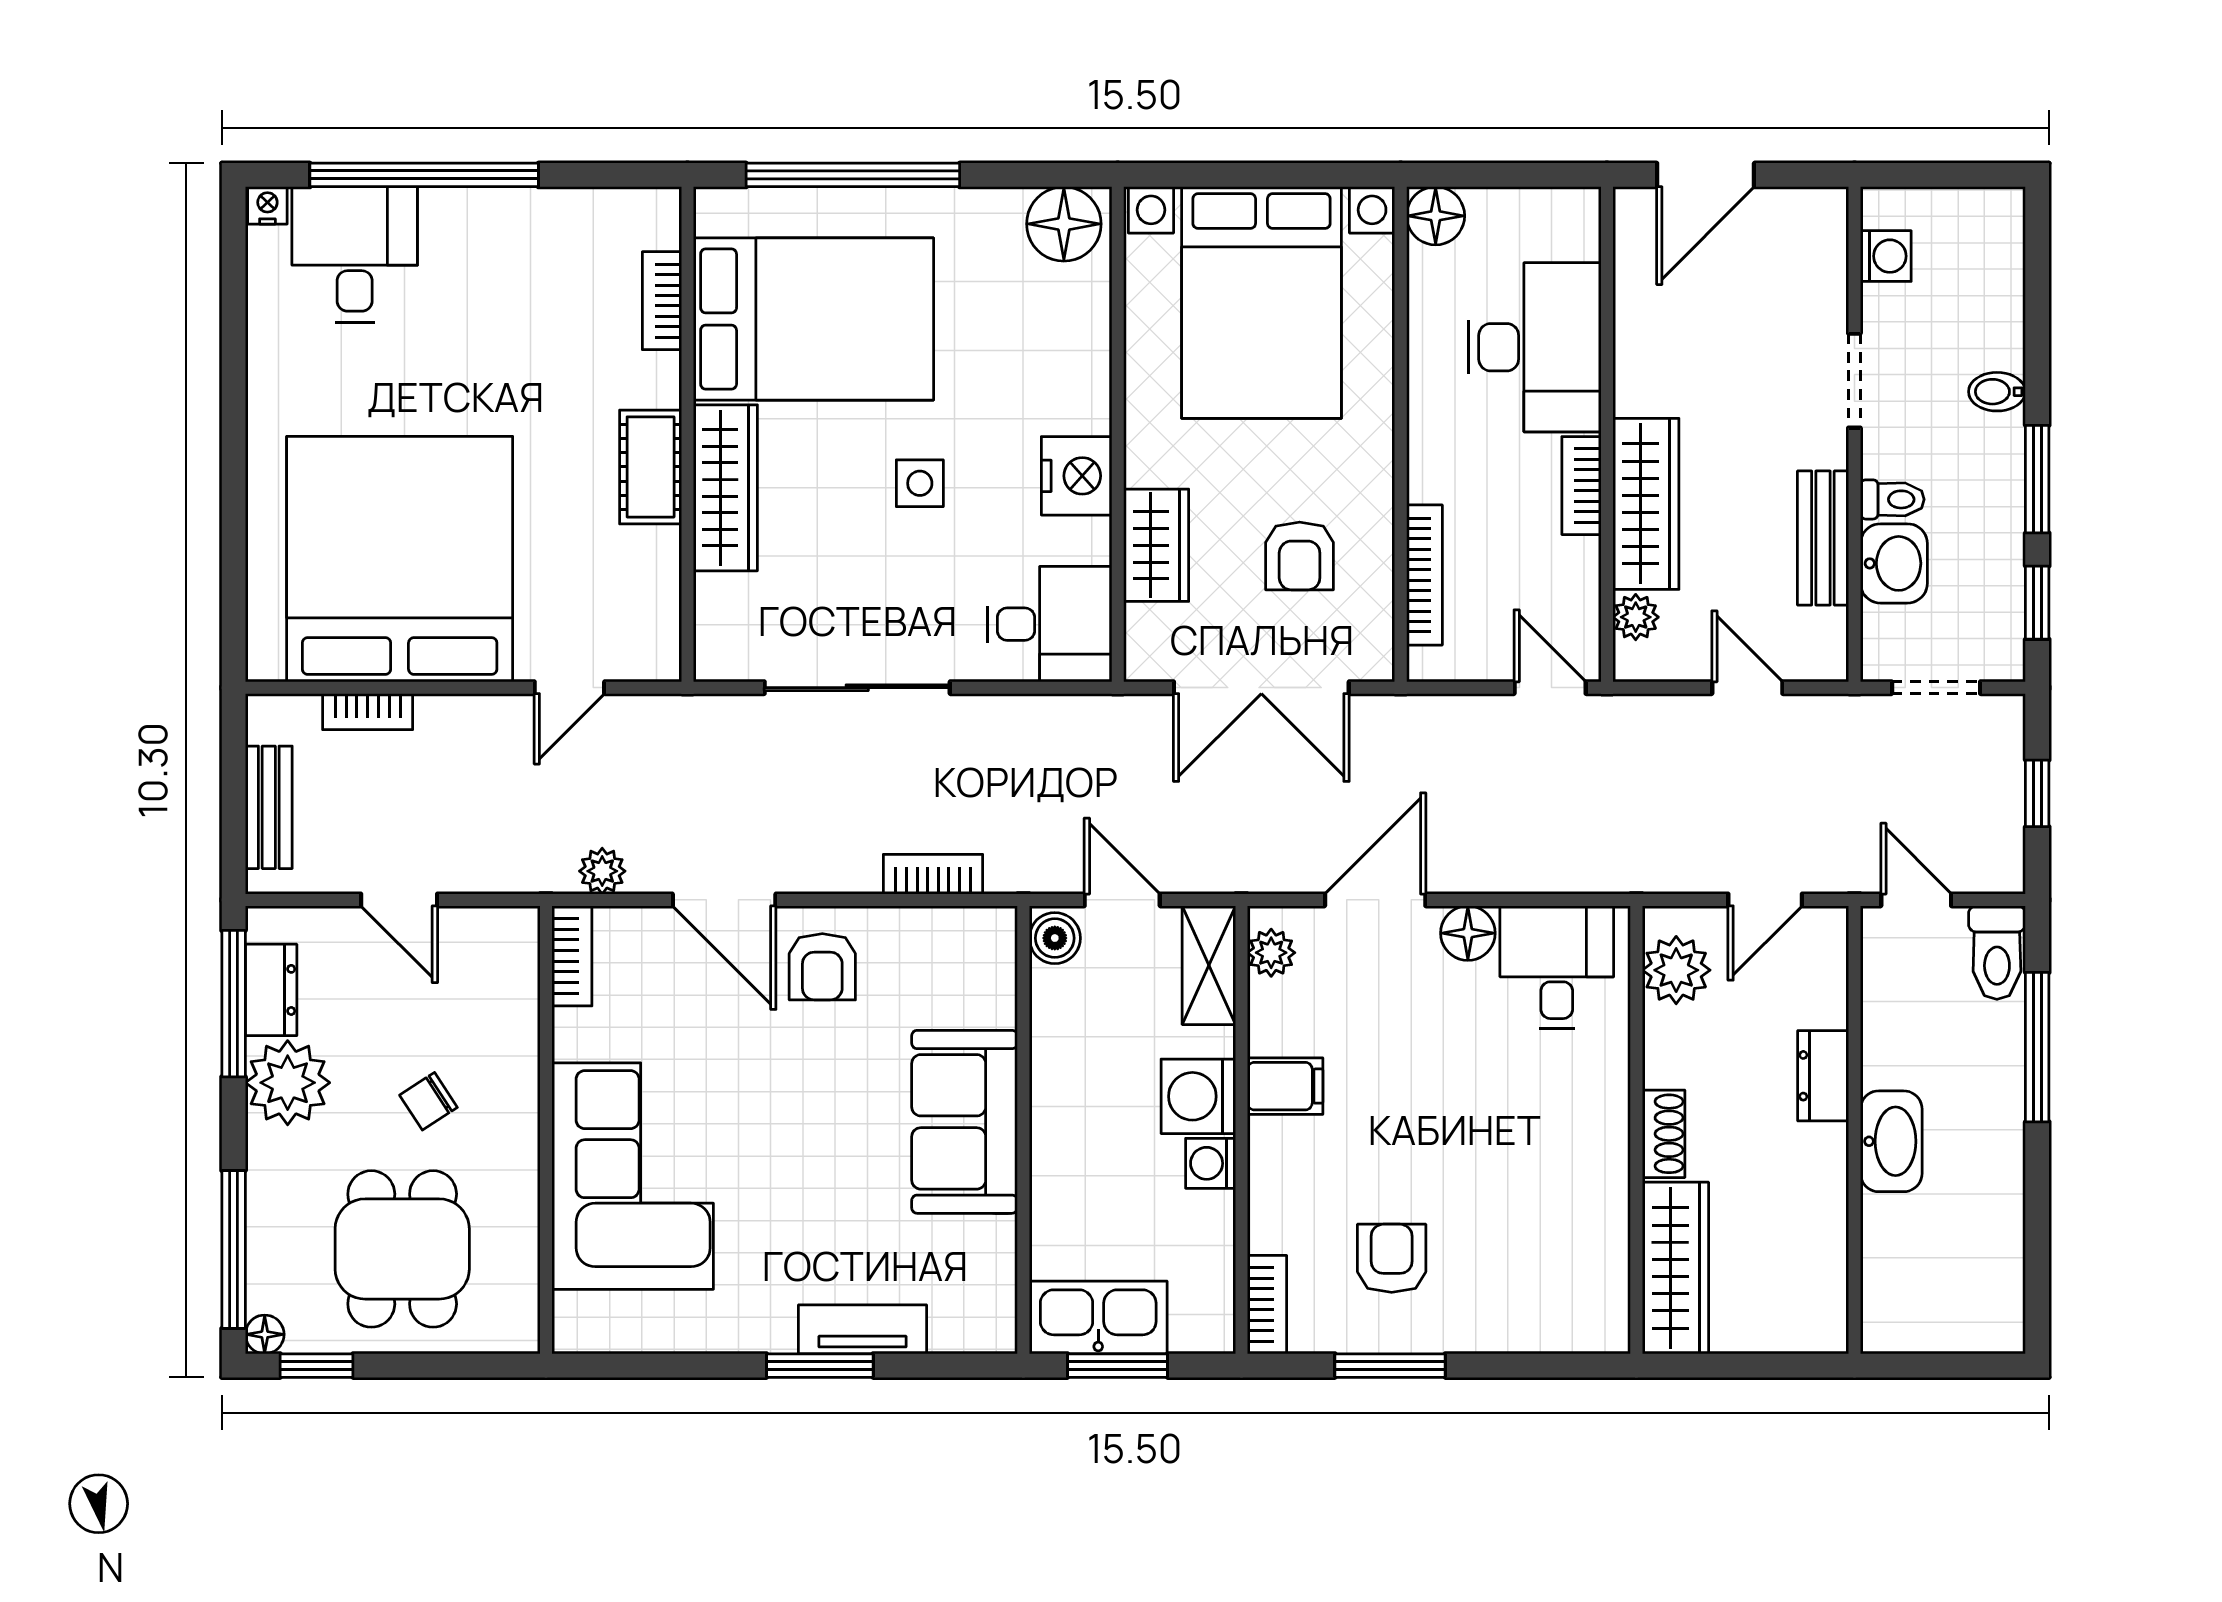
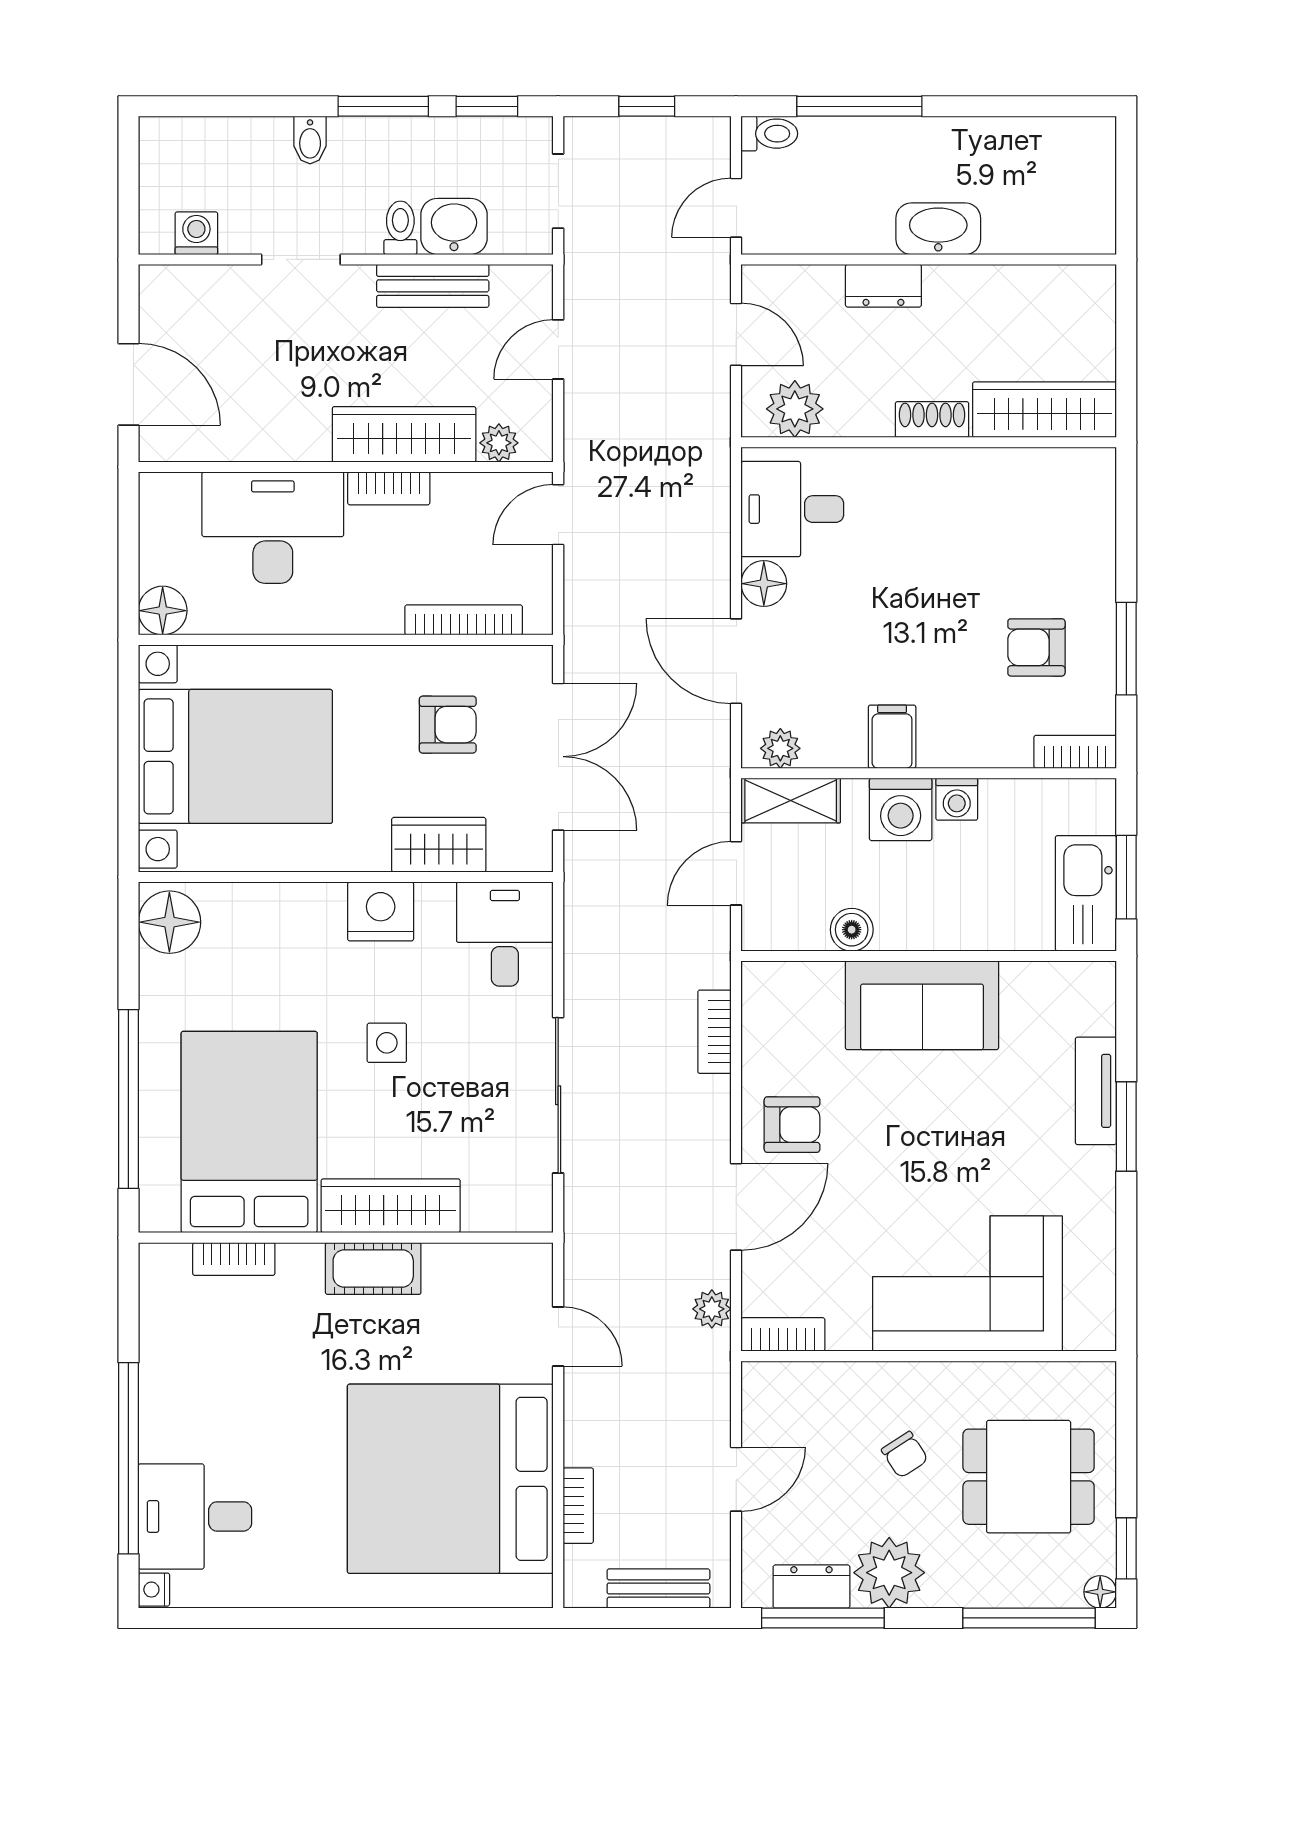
boiler: (1055, 938) -> (852, 930), moved
toilet: (1997, 953) -> (769, 134), width x0.73, depth x0.72

